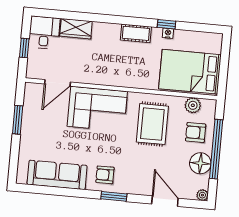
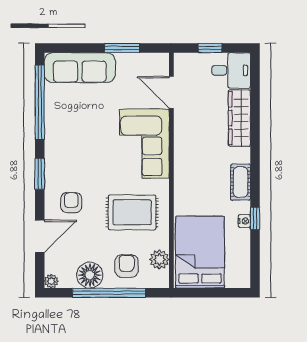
wardrobe: (76, 29) -> (239, 118), width x1.50
sofa: (57, 175) -> (80, 68), moved, turned 90
armchair: (105, 175) -> (71, 203), moved
window: (56, 191) -> (40, 102), added

